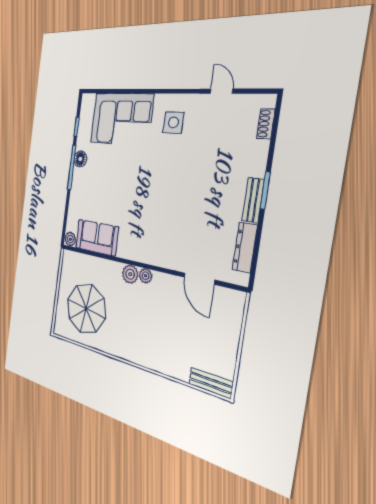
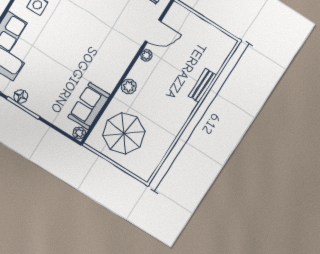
plant: (146, 276) -> (146, 55), moved
parasol: (86, 309) -> (124, 134), moved
bench: (211, 383) -> (203, 86), moved

